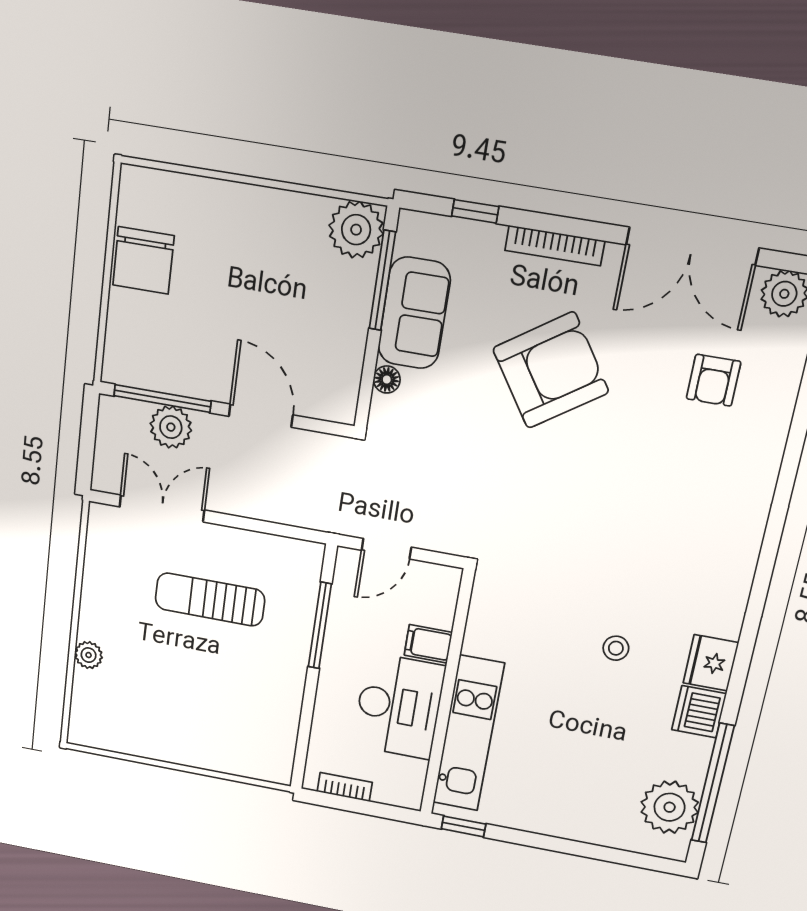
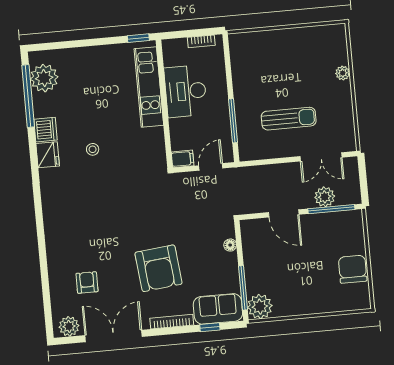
sofa: (414, 313) -> (218, 309), moved, turned 90
armchair: (551, 370) -> (158, 268), turned -62
filing cabinet: (428, 644) -> (183, 159), moved

